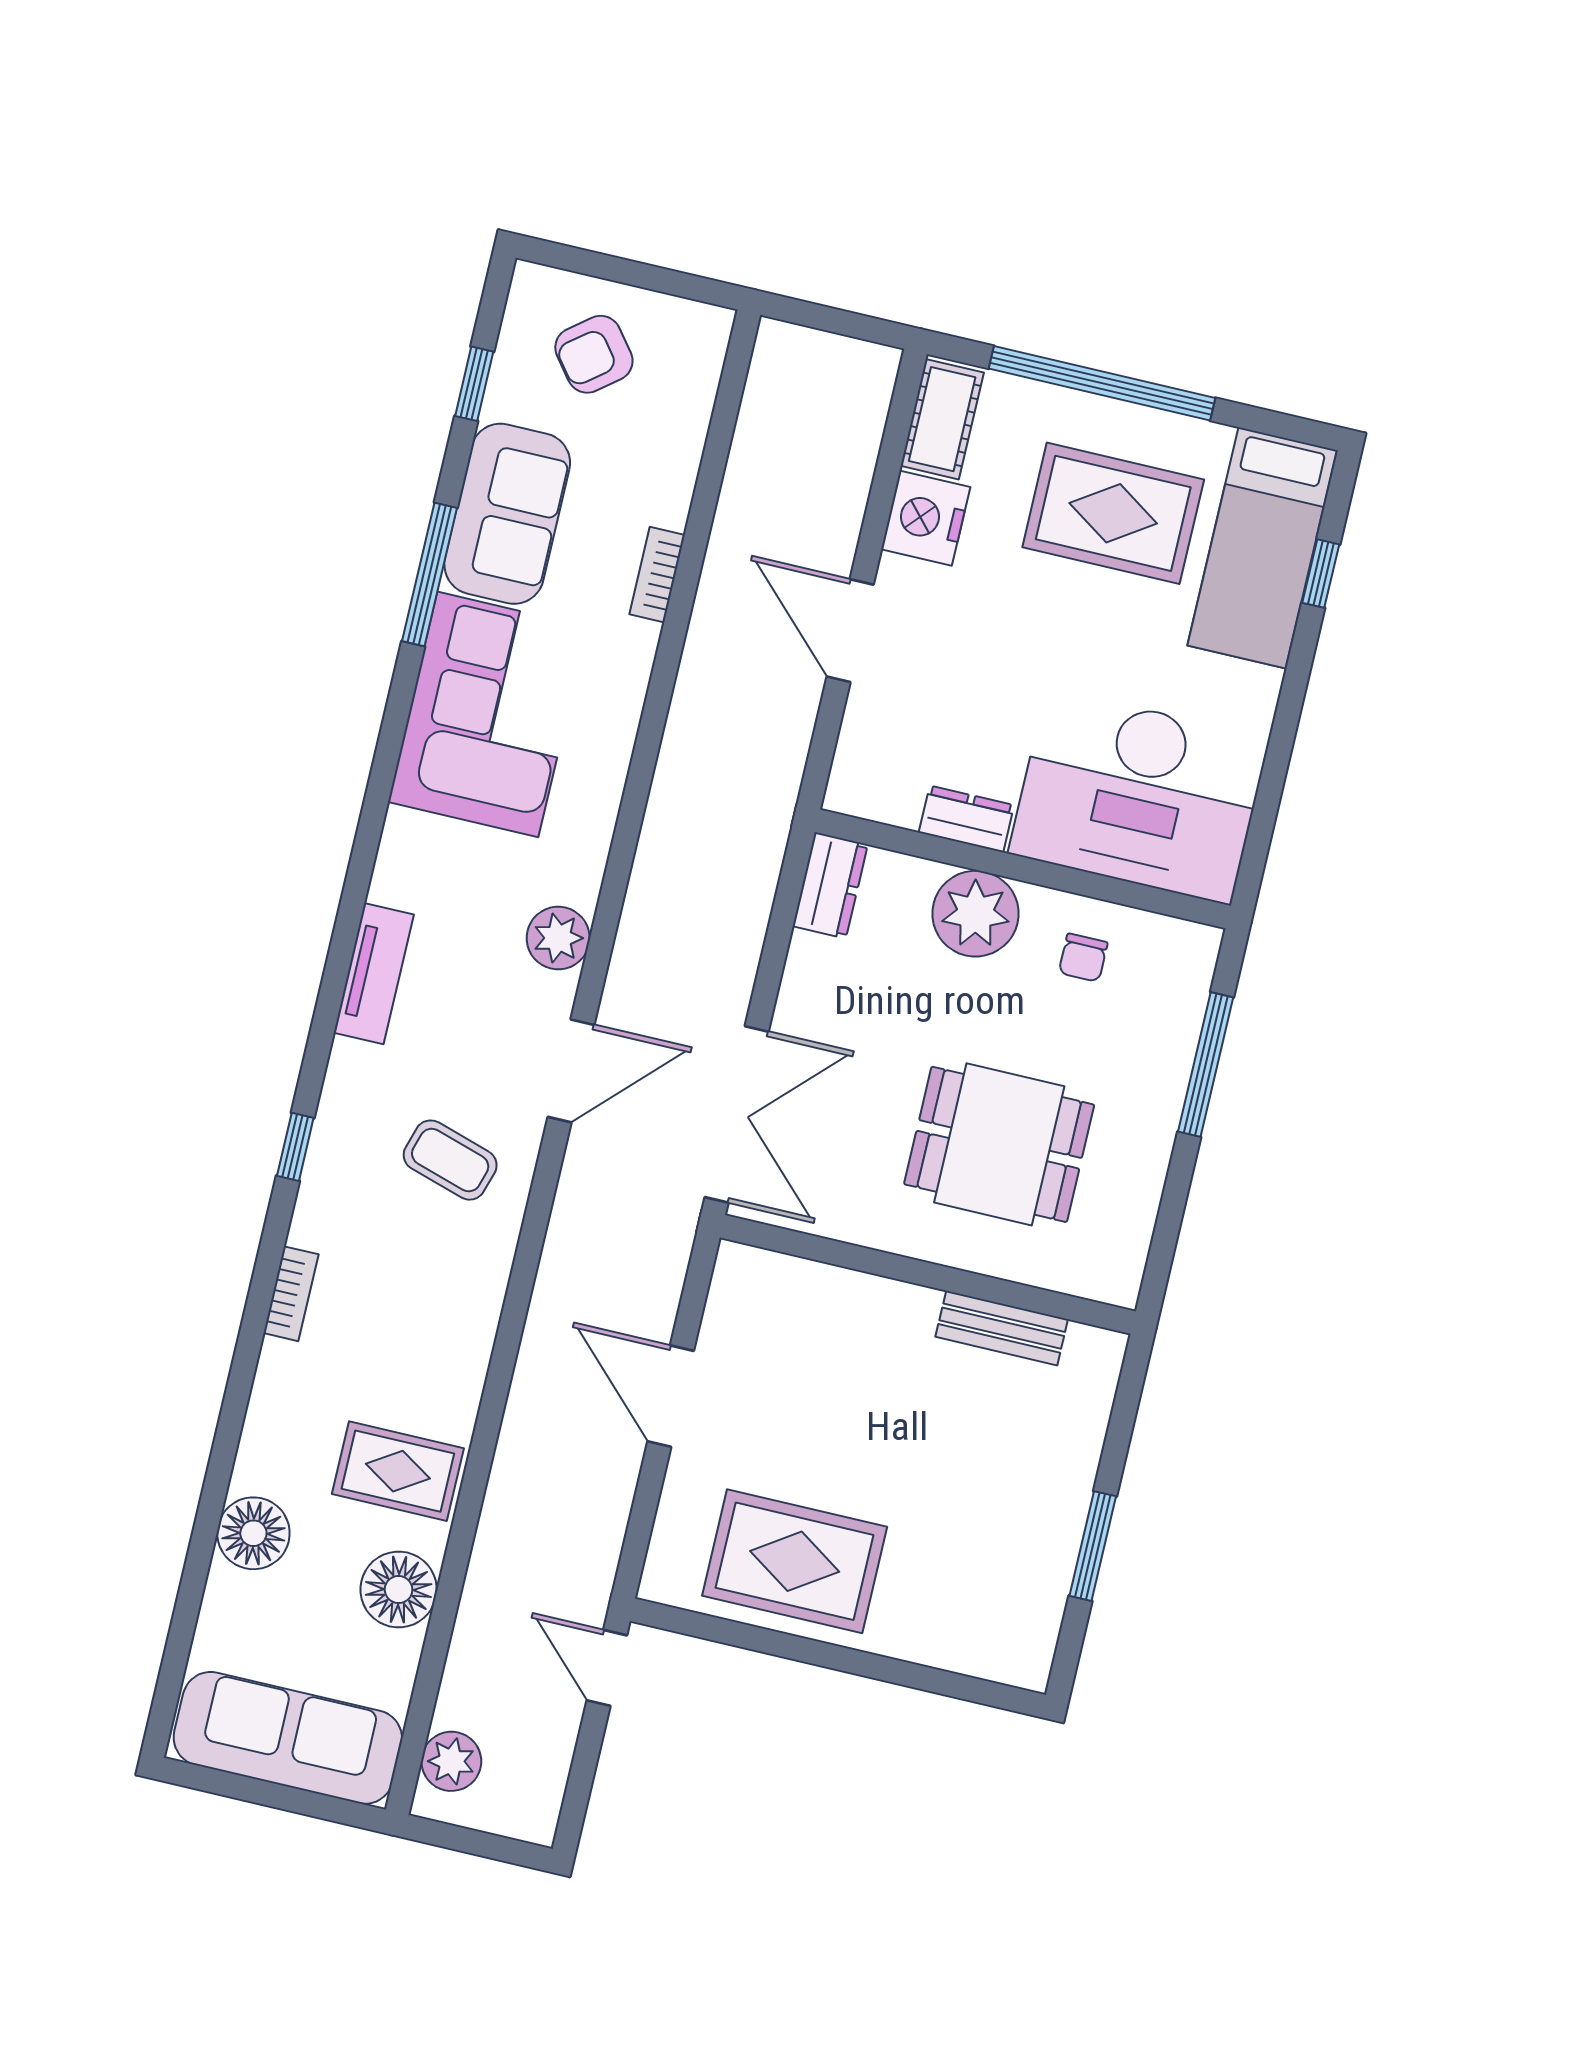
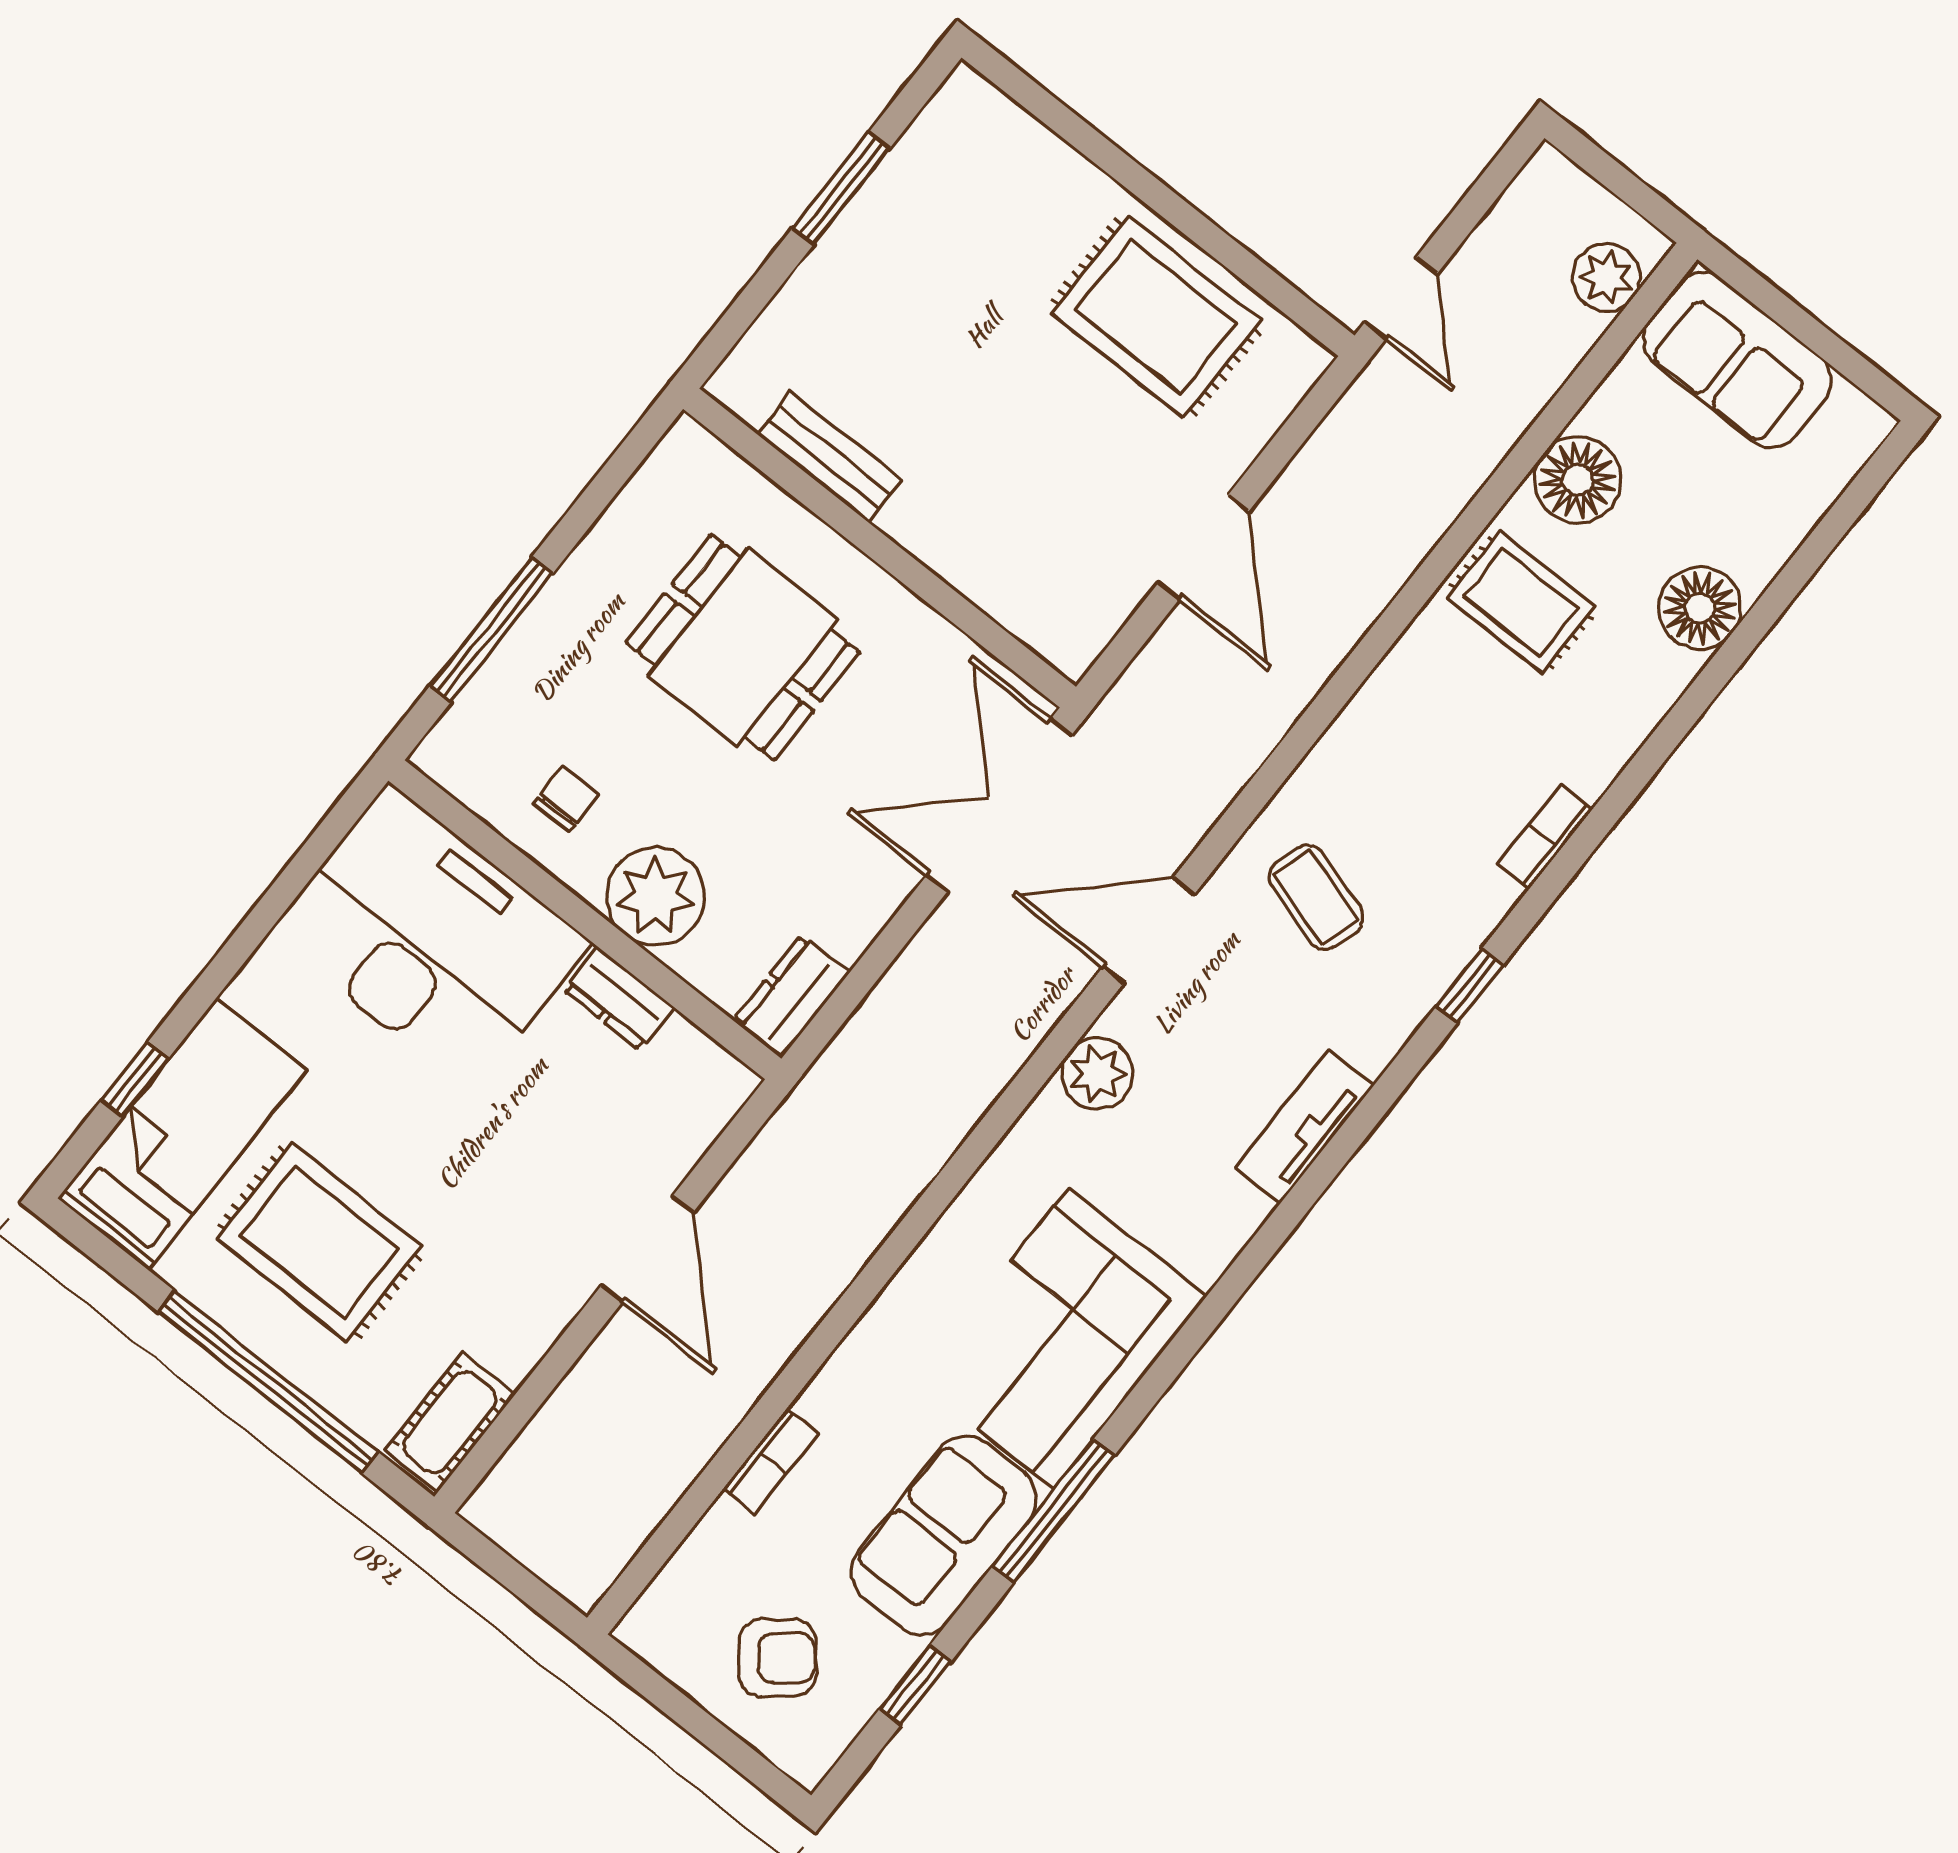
nightstand: (926, 518) -> (515, 1328), removed
bookcase: (657, 575) -> (771, 1461), moved
sofa: (288, 1738) -> (1737, 360), width x0.73

